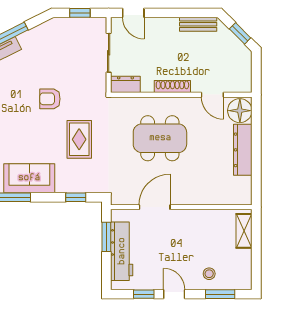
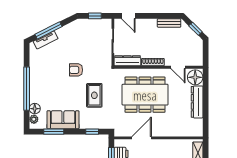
dresser: (125, 84) -> (127, 61), width x1.44
dining table: (160, 138) -> (145, 95), width x1.36, depth x1.24

